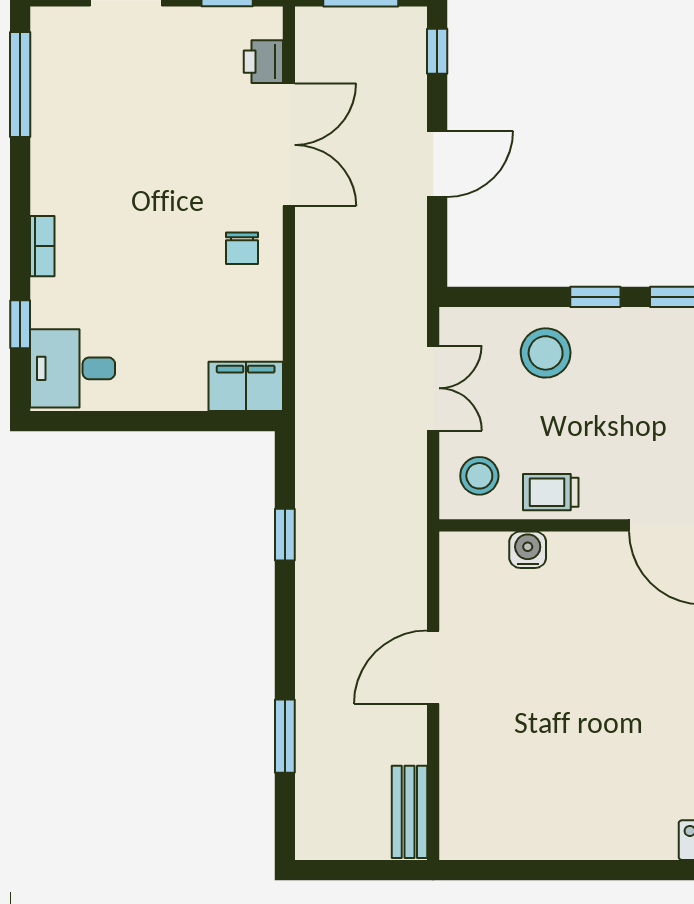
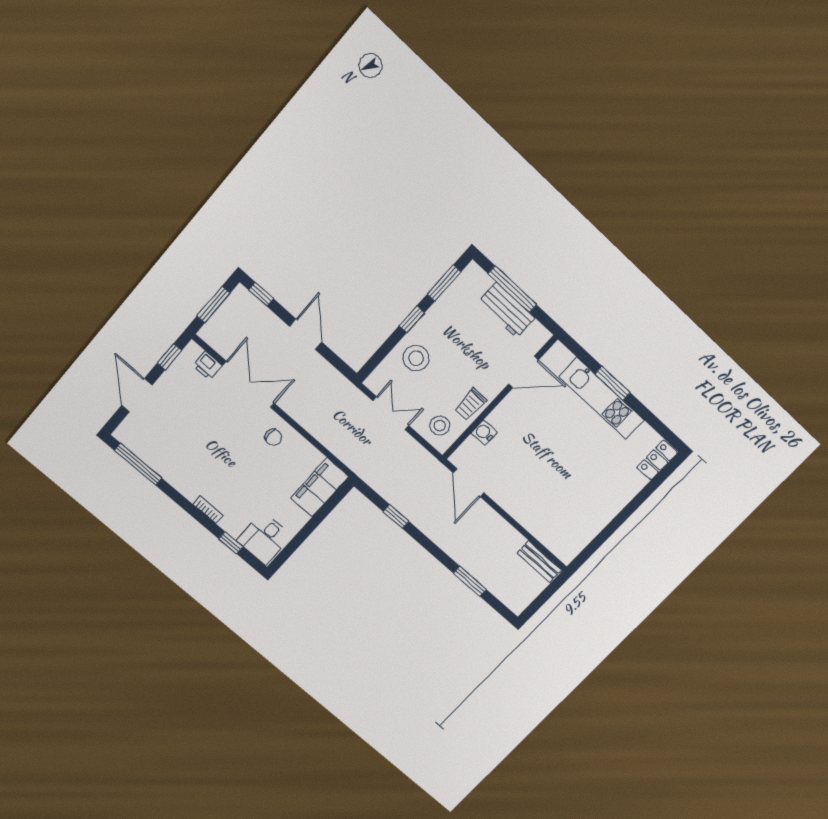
filing cabinet: (246, 386) -> (320, 487), width x1.50, depth x1.17
door: (433, 667) -> (469, 483), moved

